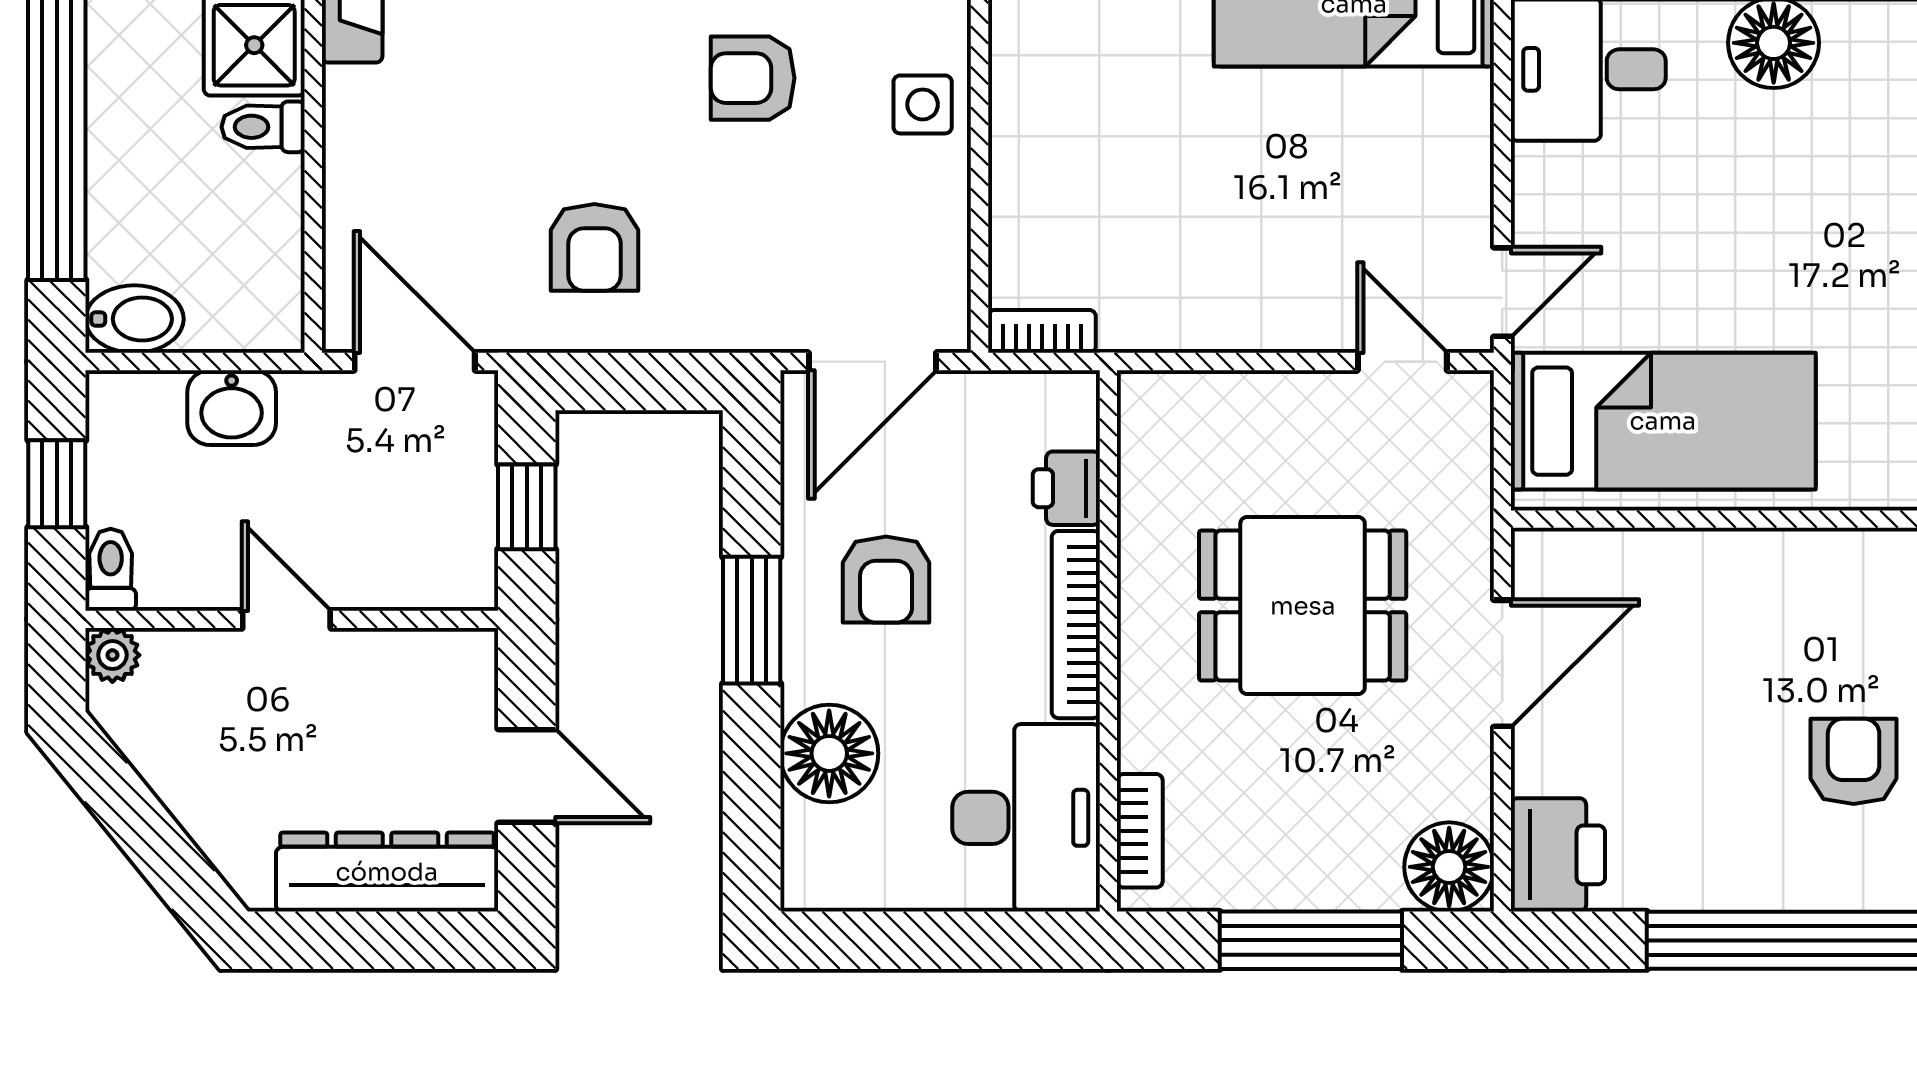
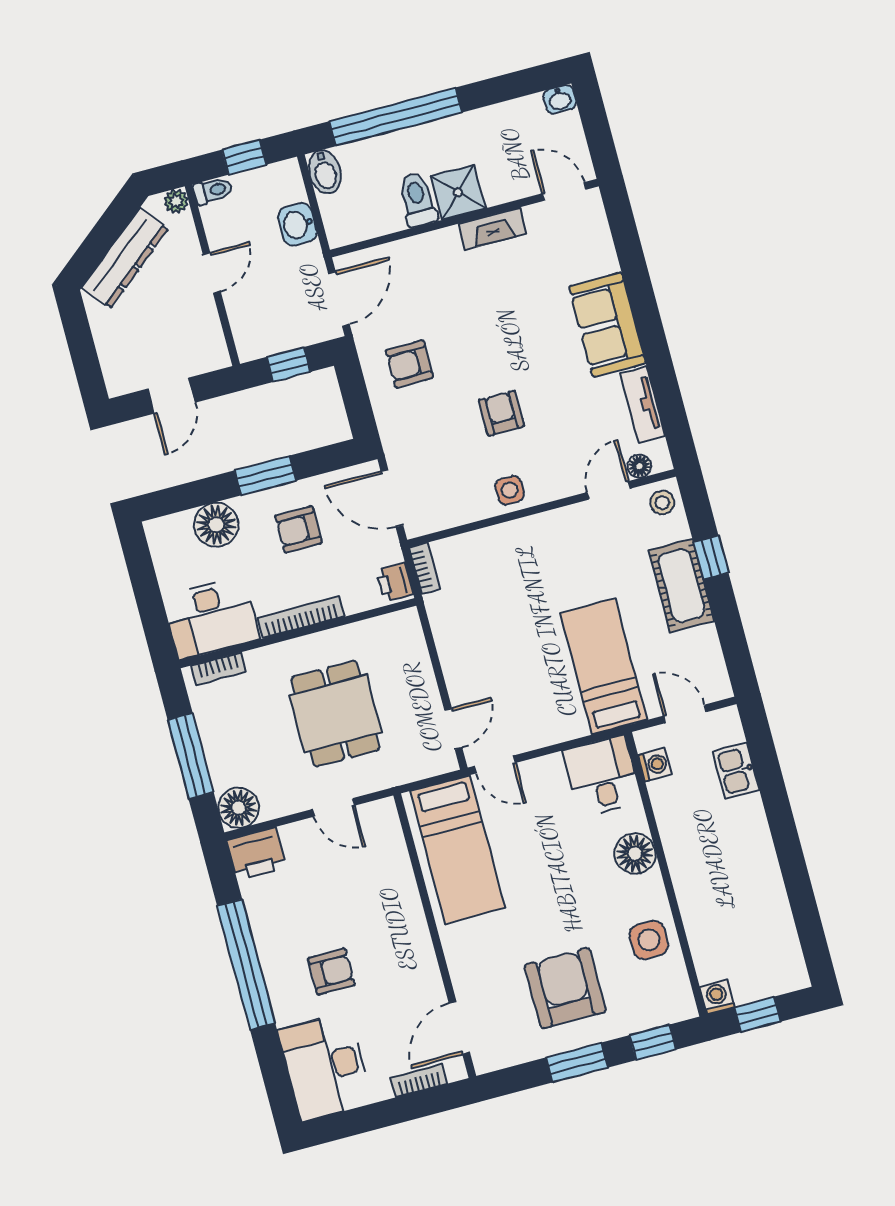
toilet: (263, 127) -> (417, 200), width x1.37, depth x1.39
printer: (1066, 488) -> (395, 582), moved, turned -90
door: (1502, 663) -> (333, 807), width x0.73
dresser: (387, 872) -> (125, 258), moved, turned 51

